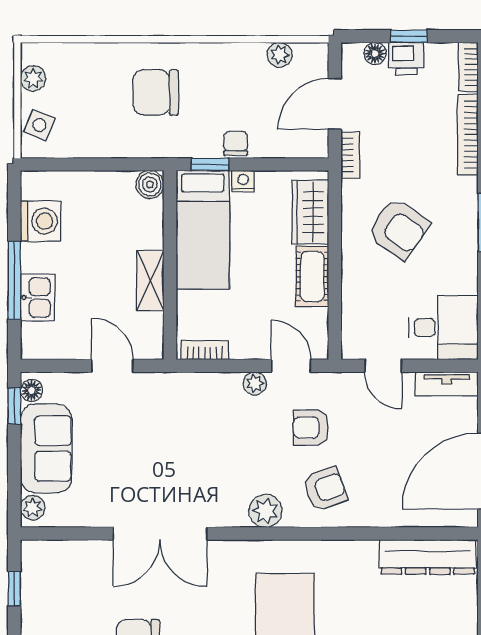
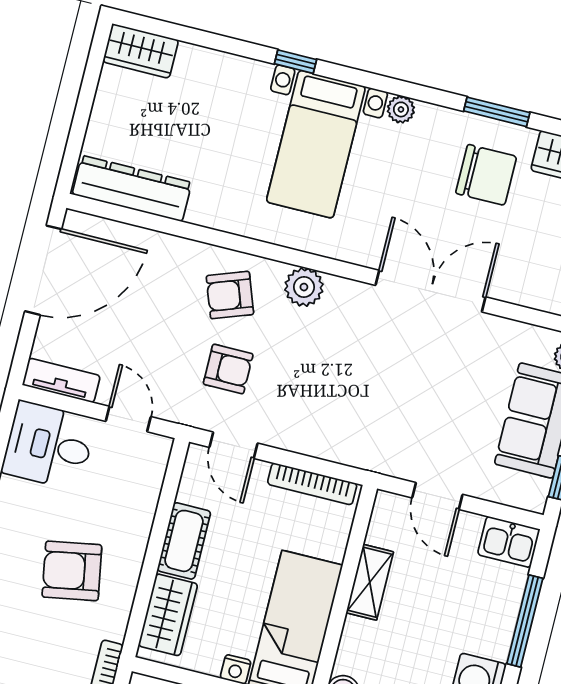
armchair: (399, 229) -> (72, 571), turned -45
kitchen sink: (37, 297) -> (509, 542), moved, turned -90
bookcase: (205, 350) -> (312, 484), width x1.56
plant: (255, 383) -> (280, 435), removed
floor lamp: (32, 390) -> (536, 491), removed

